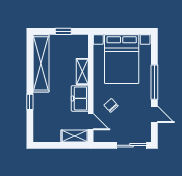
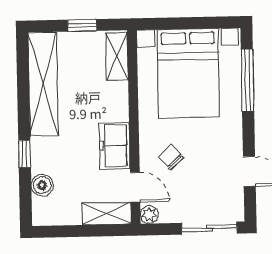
shelving: (82, 71) -> (117, 56), moved
window: (154, 82) -> (247, 80), moved
boiler: (39, 120) -> (42, 185), added
plant: (98, 137) -> (149, 215), added

